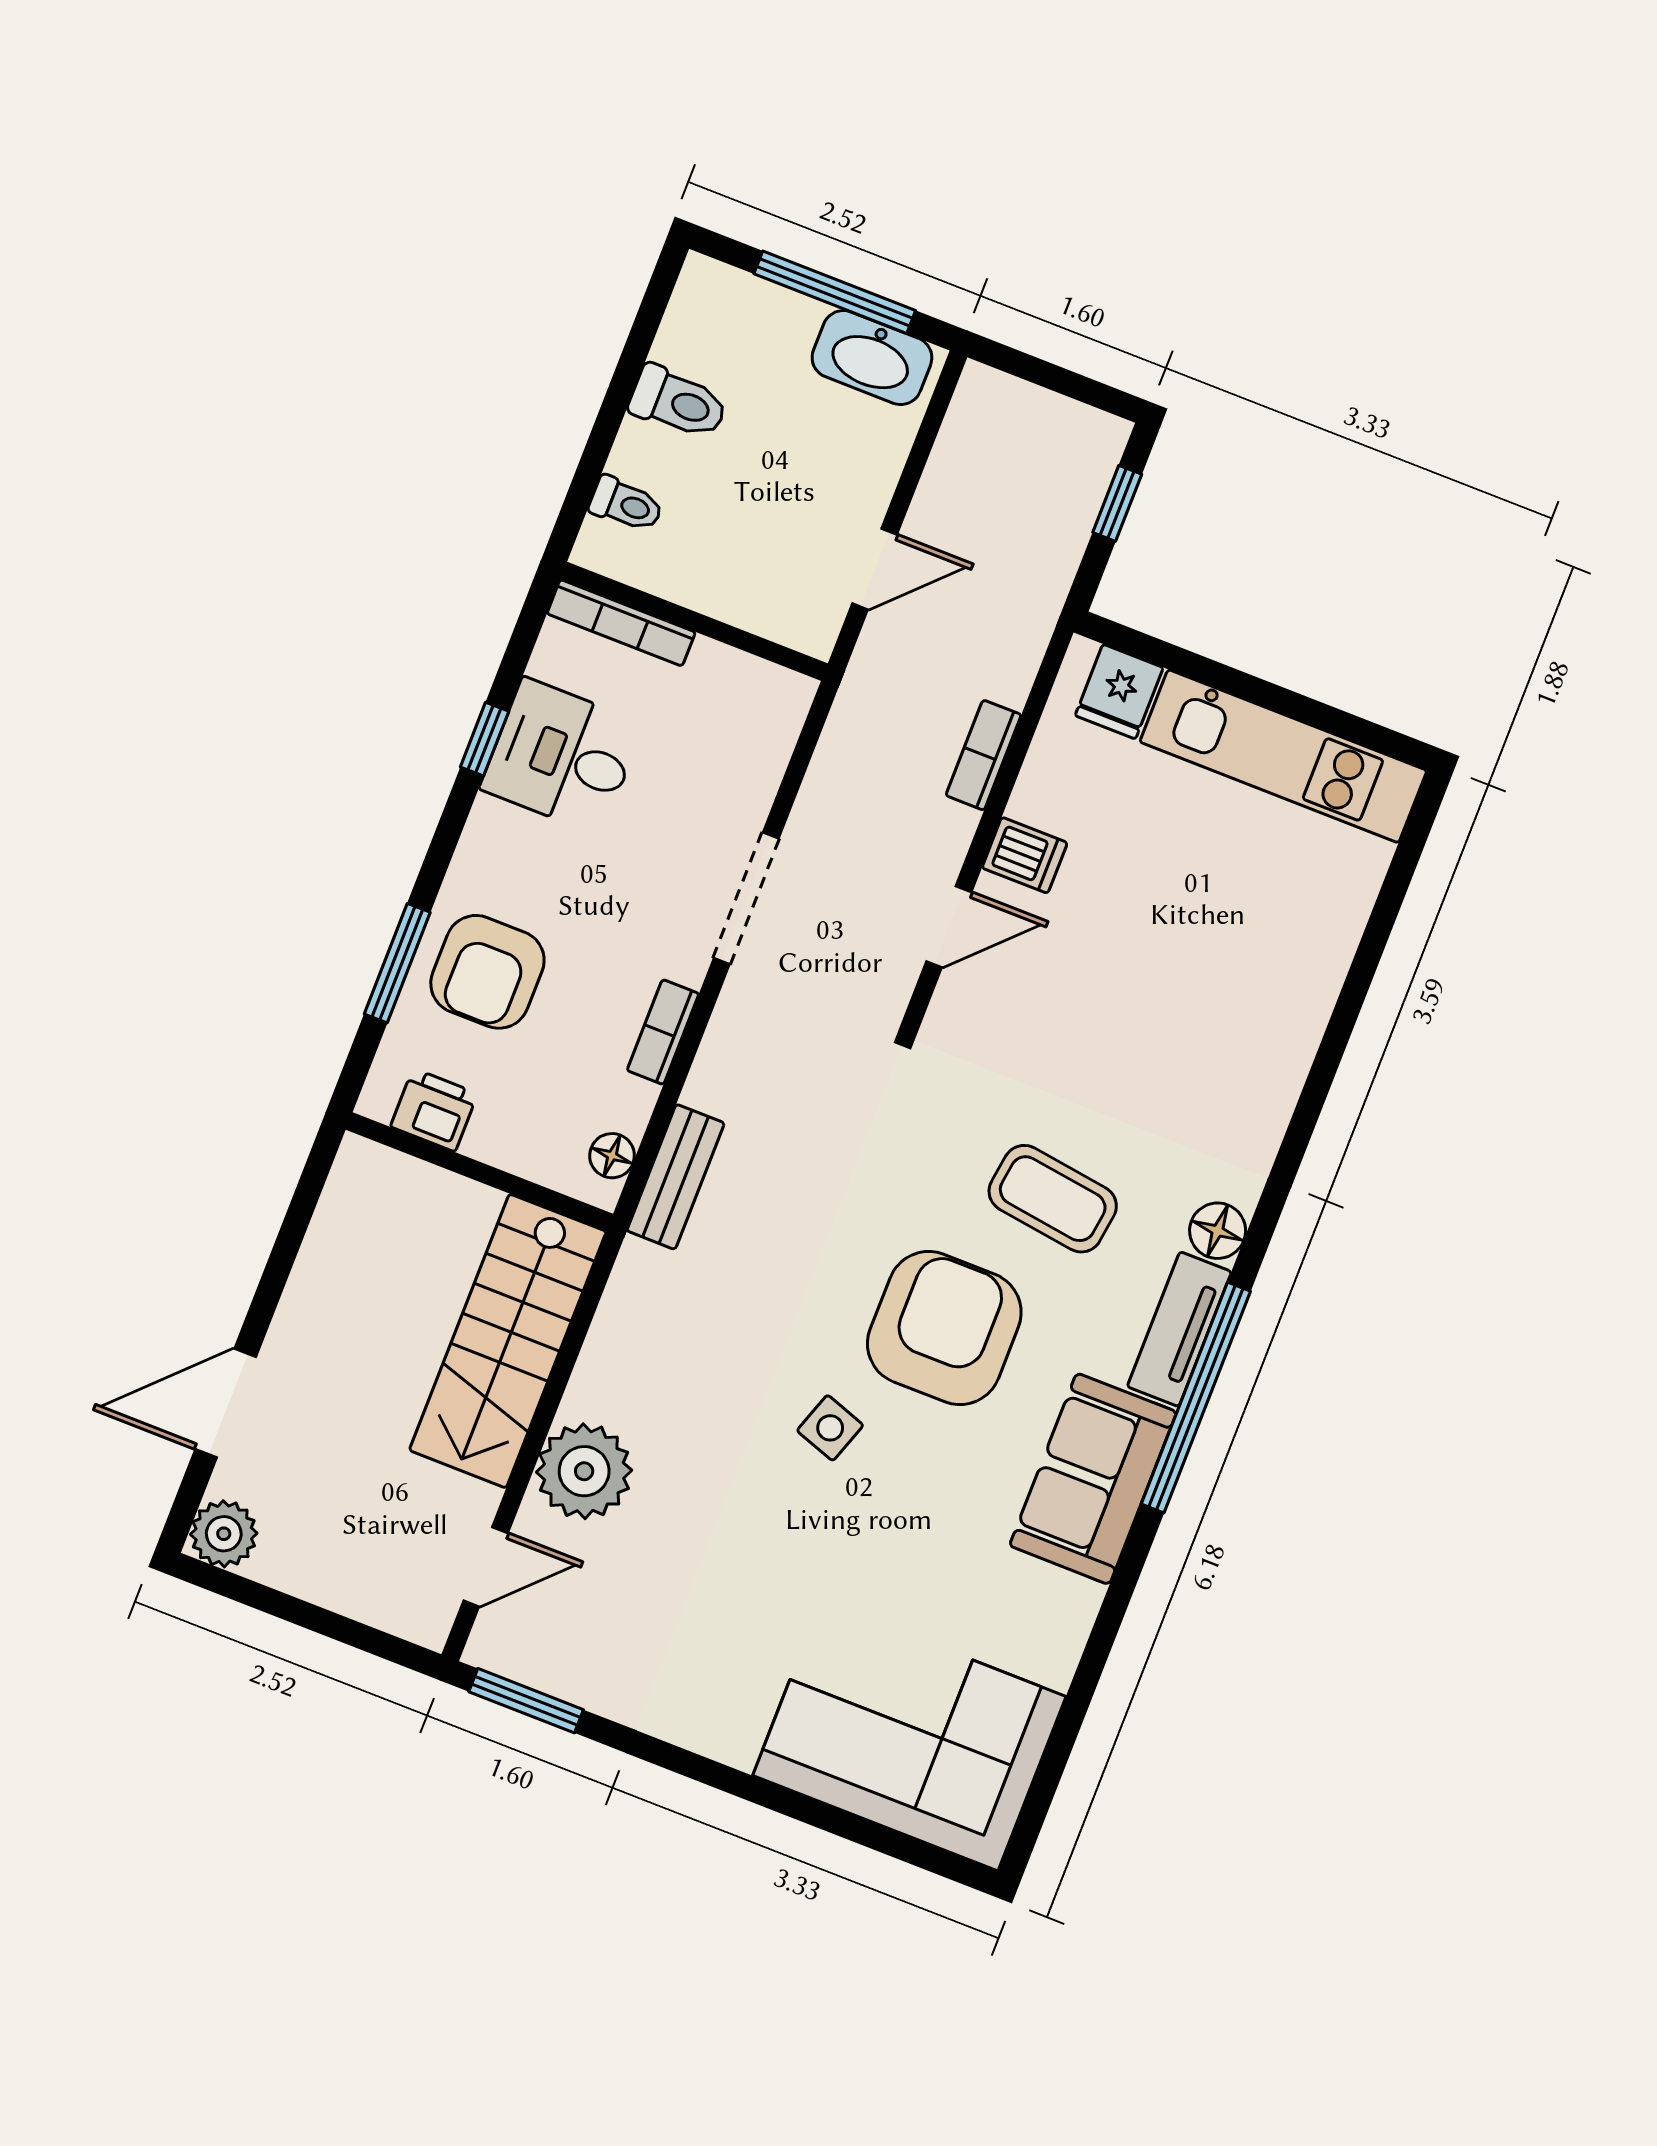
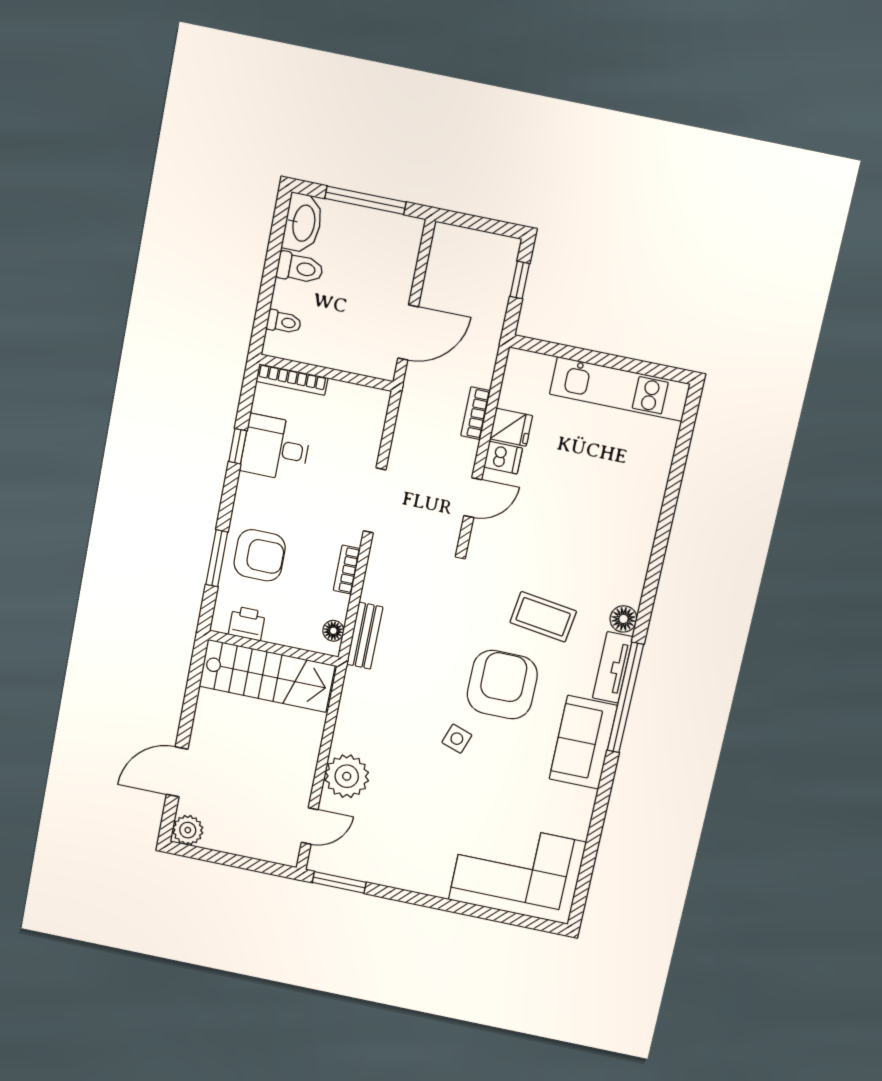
washbasin: (872, 358) -> (303, 223), moved, turned -90
door: (875, 569) -> (408, 333), width x1.38
fridge: (1119, 692) -> (511, 427), moved, turned -90
armchair: (487, 972) -> (260, 555), turned -90
stairs: (508, 1341) -> (267, 676), moved, turned -90

